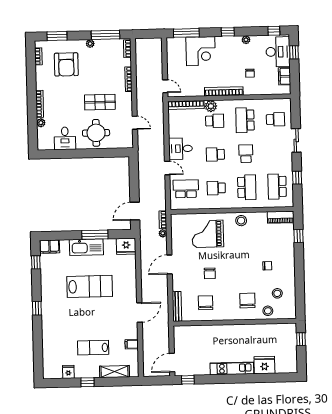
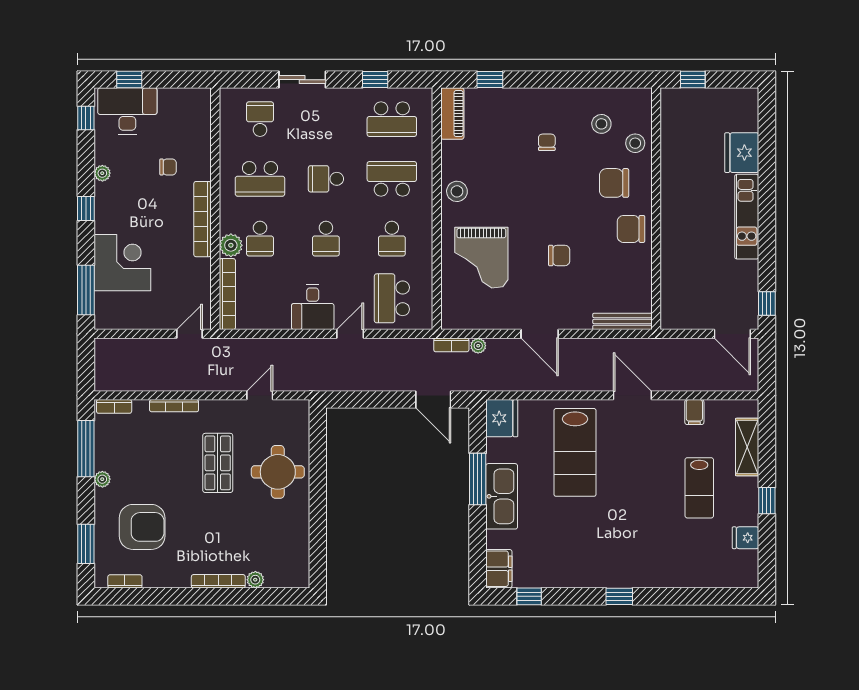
filing cabinet: (285, 76) -> (176, 99), removed
school desk: (215, 121) -> (260, 239), turned 180
desk: (65, 138) -> (287, 533), removed
lab bench: (90, 286) -> (575, 452), moved, turned 180
chair: (206, 303) -> (631, 229), moved

